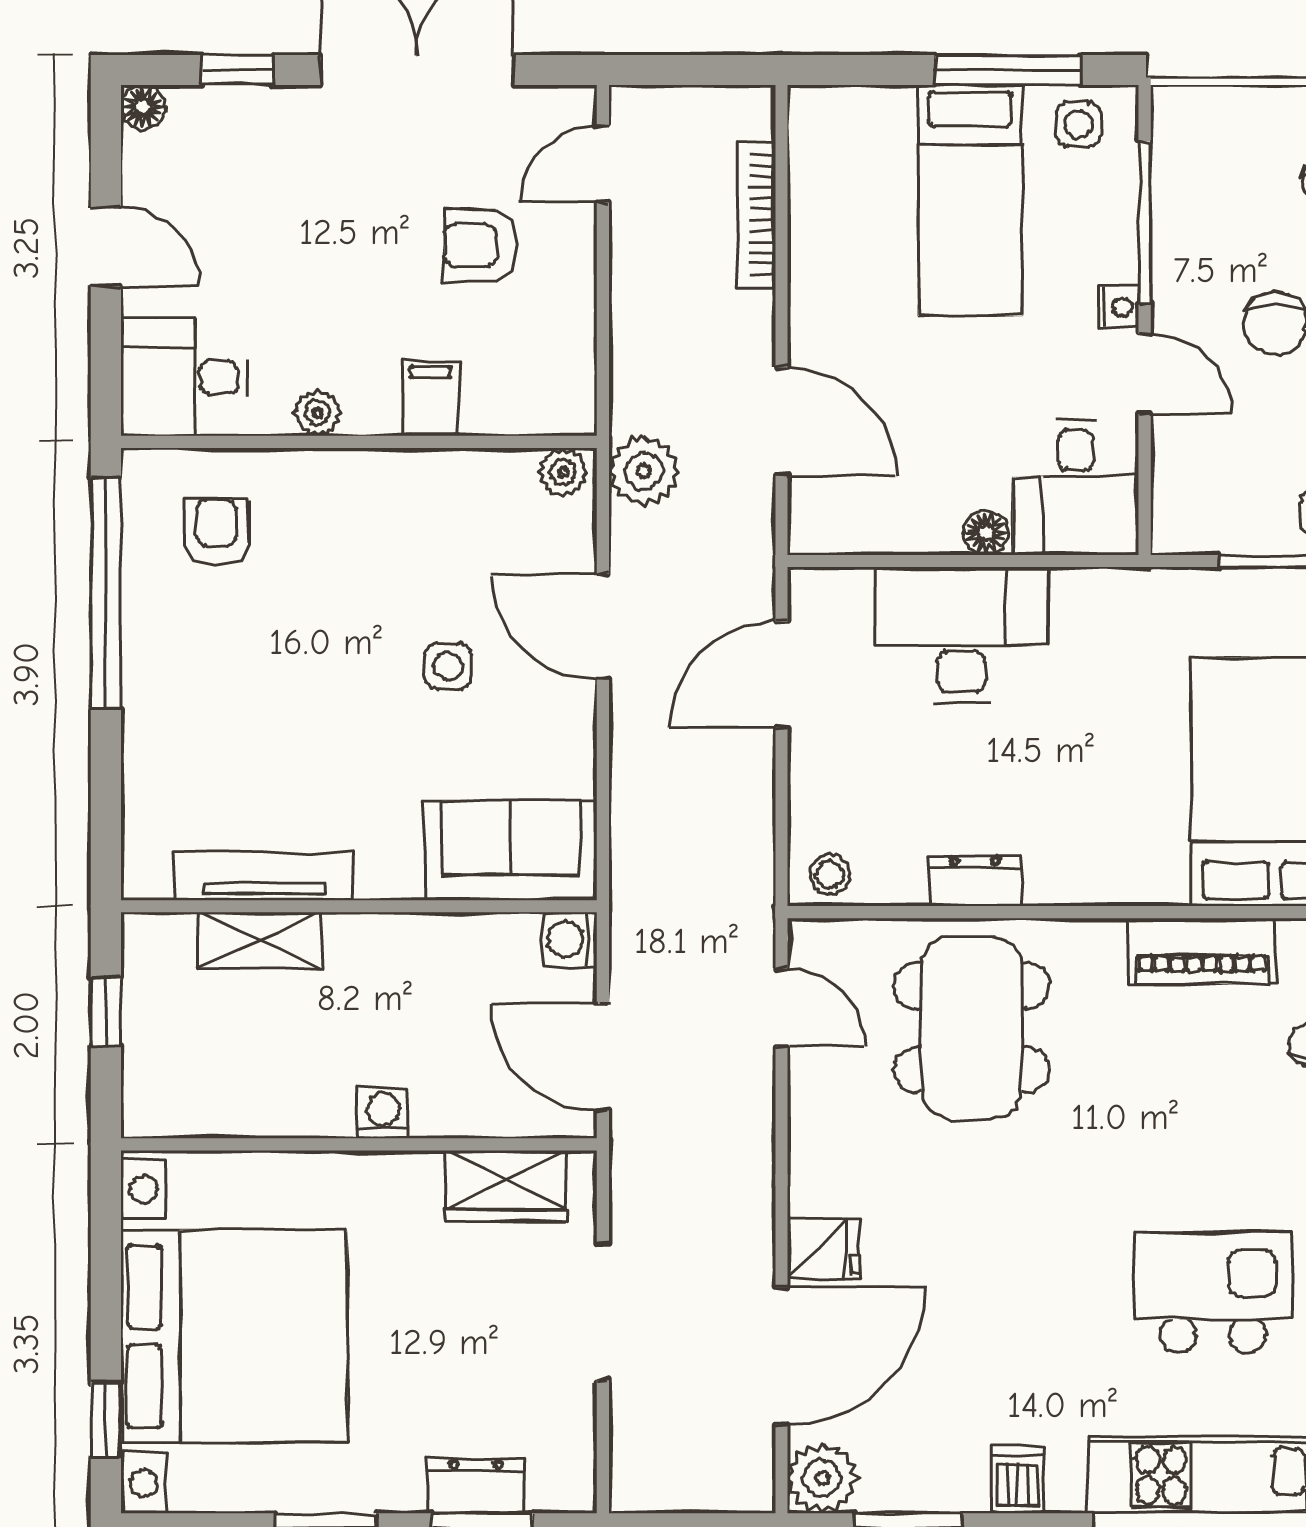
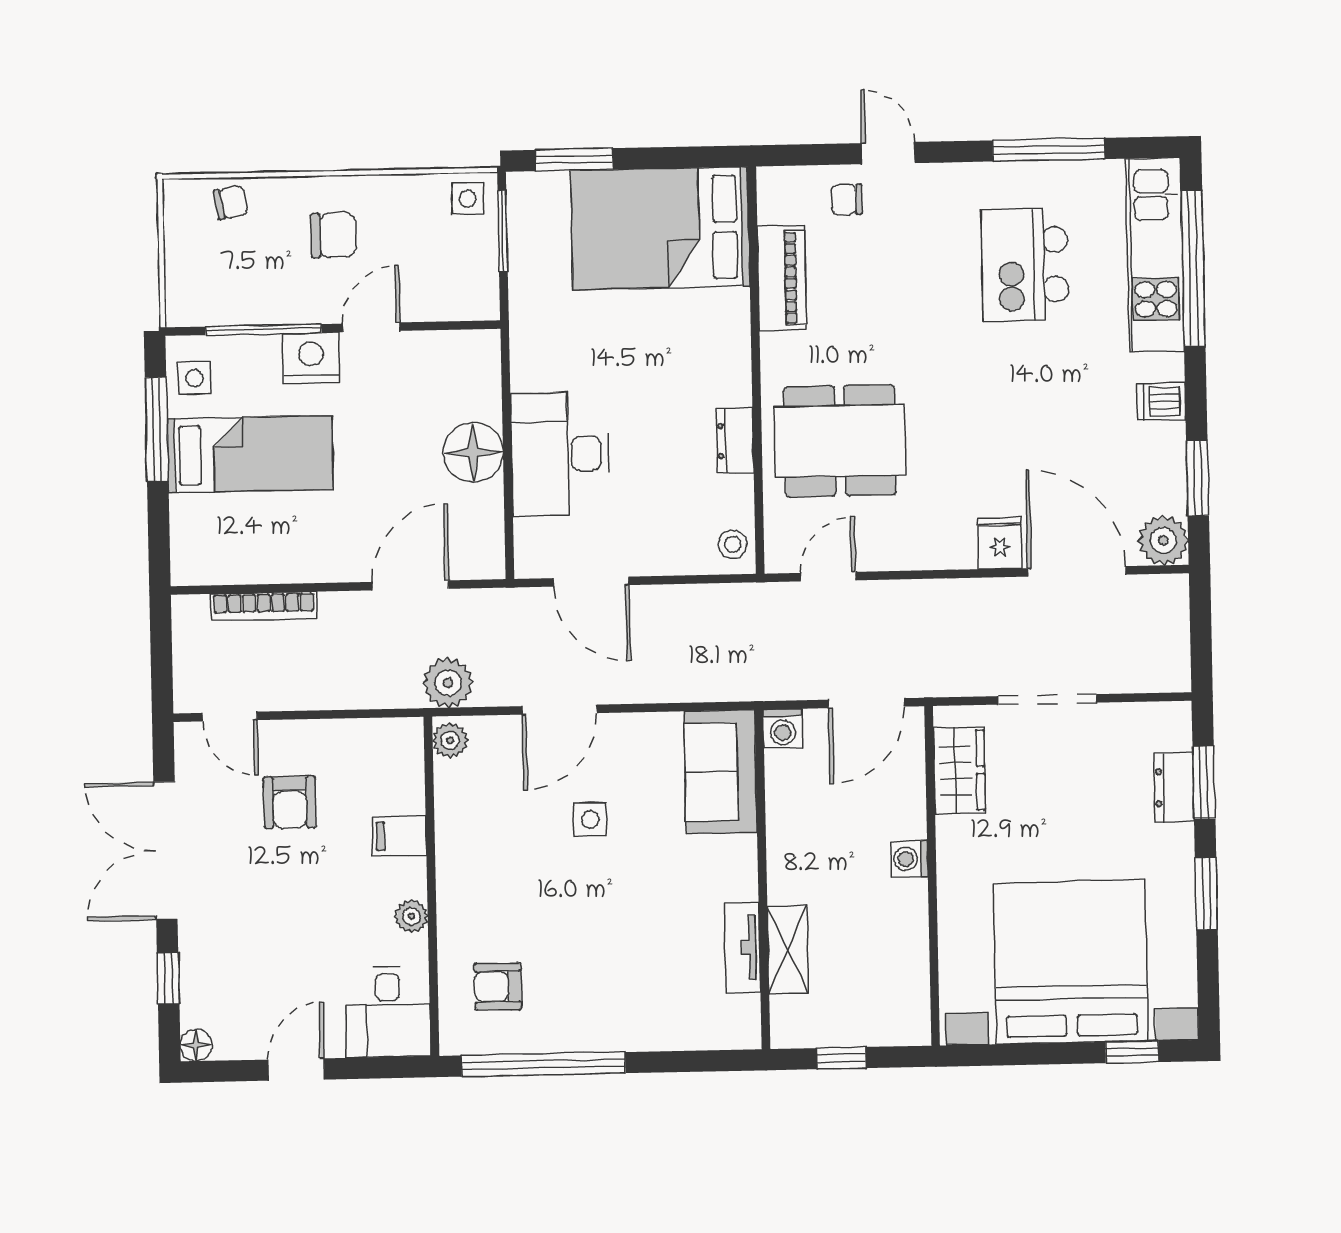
nightstand: (1119, 307) -> (311, 358), width x1.89, depth x1.79
desk: (1076, 487) -> (453, 375), removed
floor lamp: (986, 533) -> (473, 452), width x1.89, depth x1.89
tv unit: (264, 876) -> (742, 948), width x0.71

